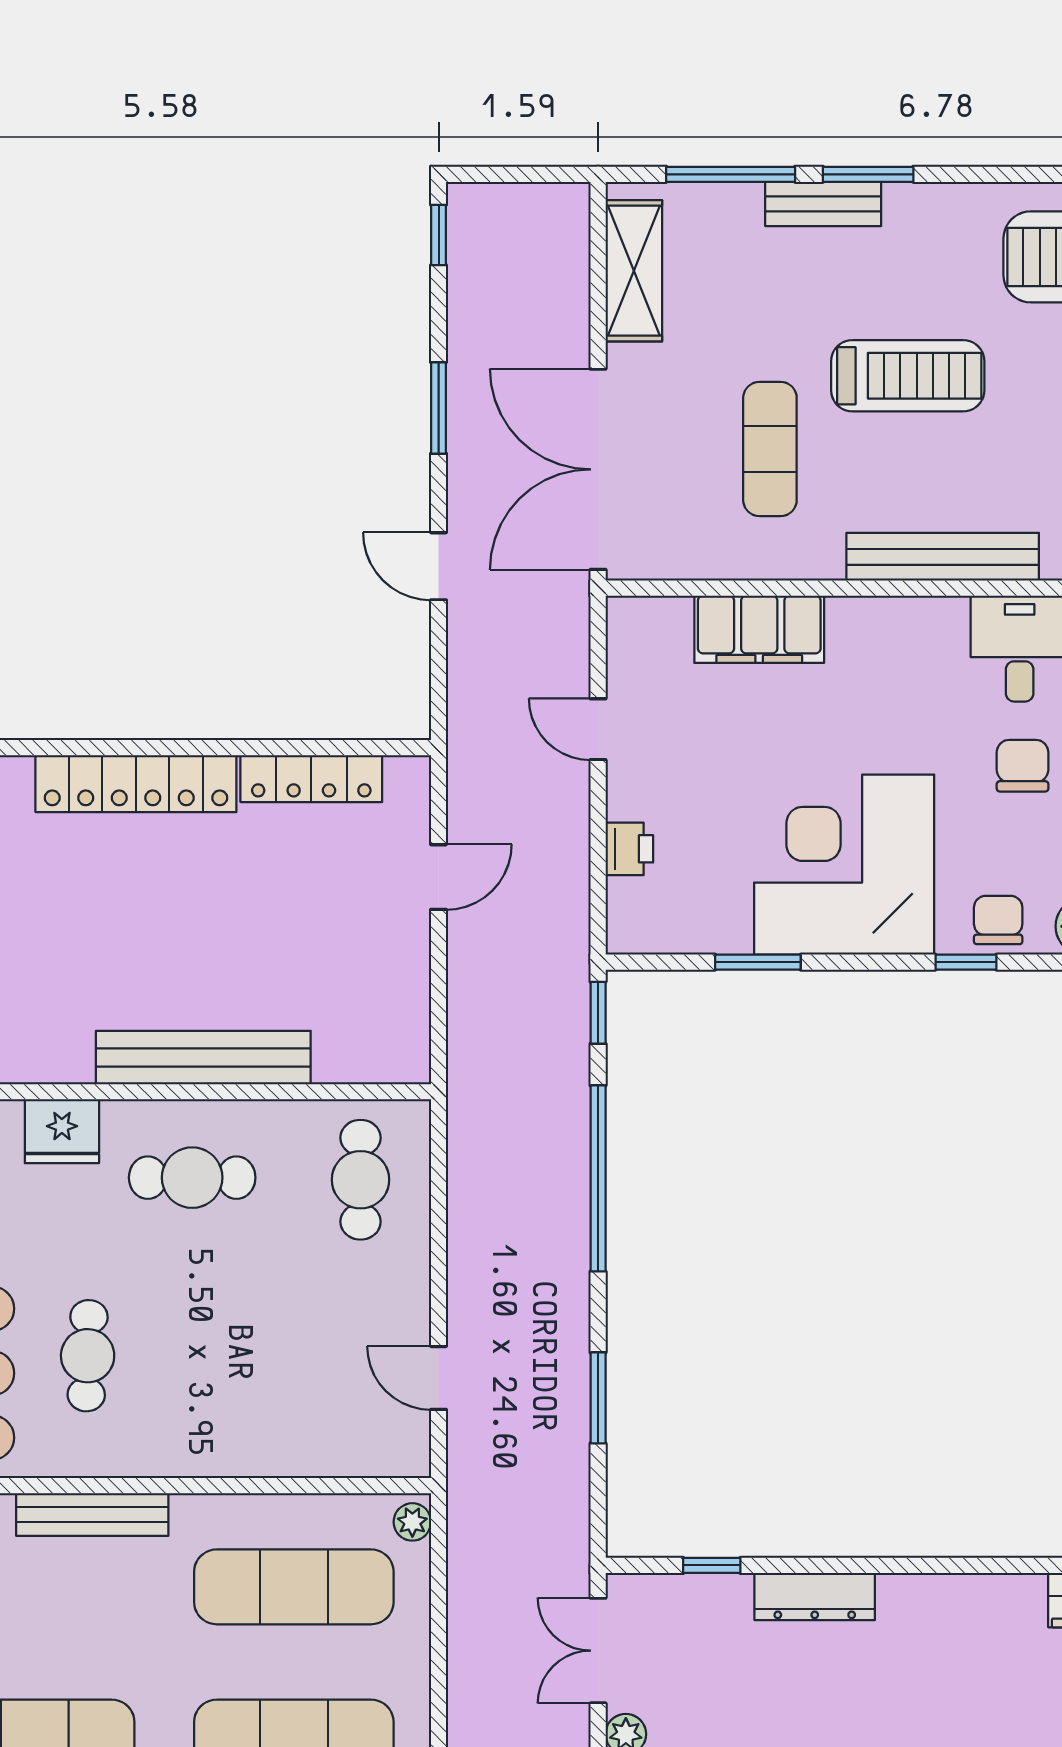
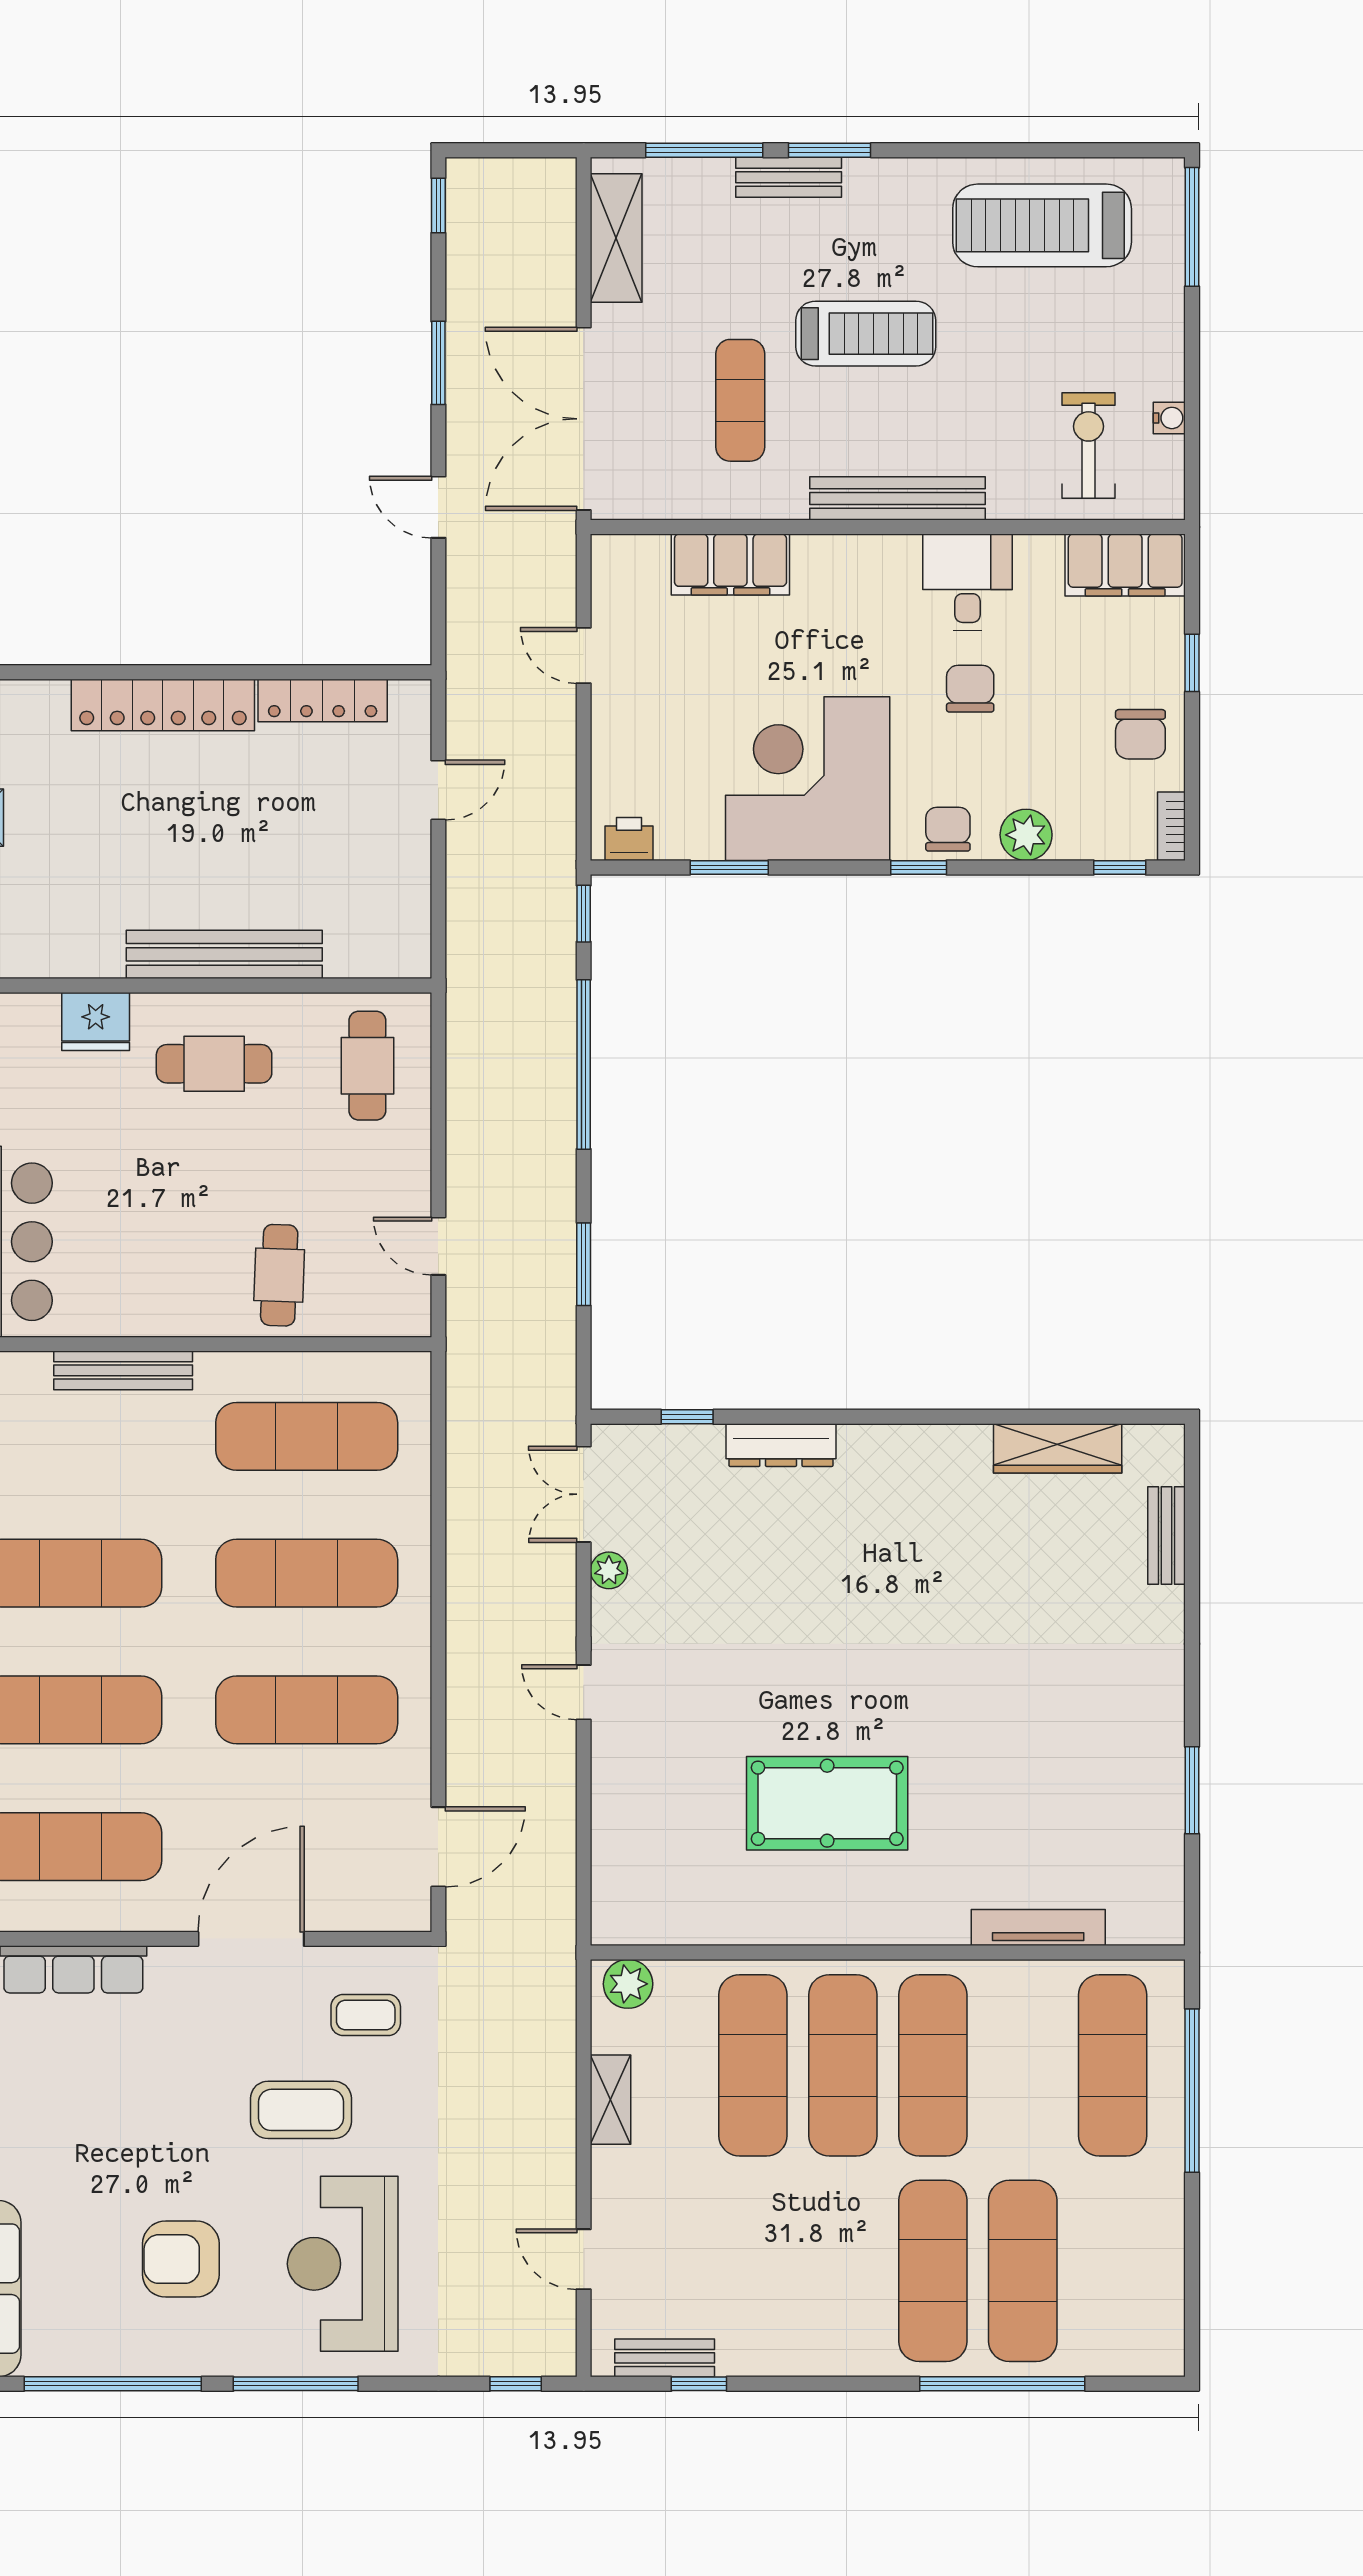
printer: (629, 849) -> (629, 839), moved, turned -90
cafe table: (88, 1356) -> (279, 1275), moved
plant: (412, 1522) -> (415, 1377), removed

